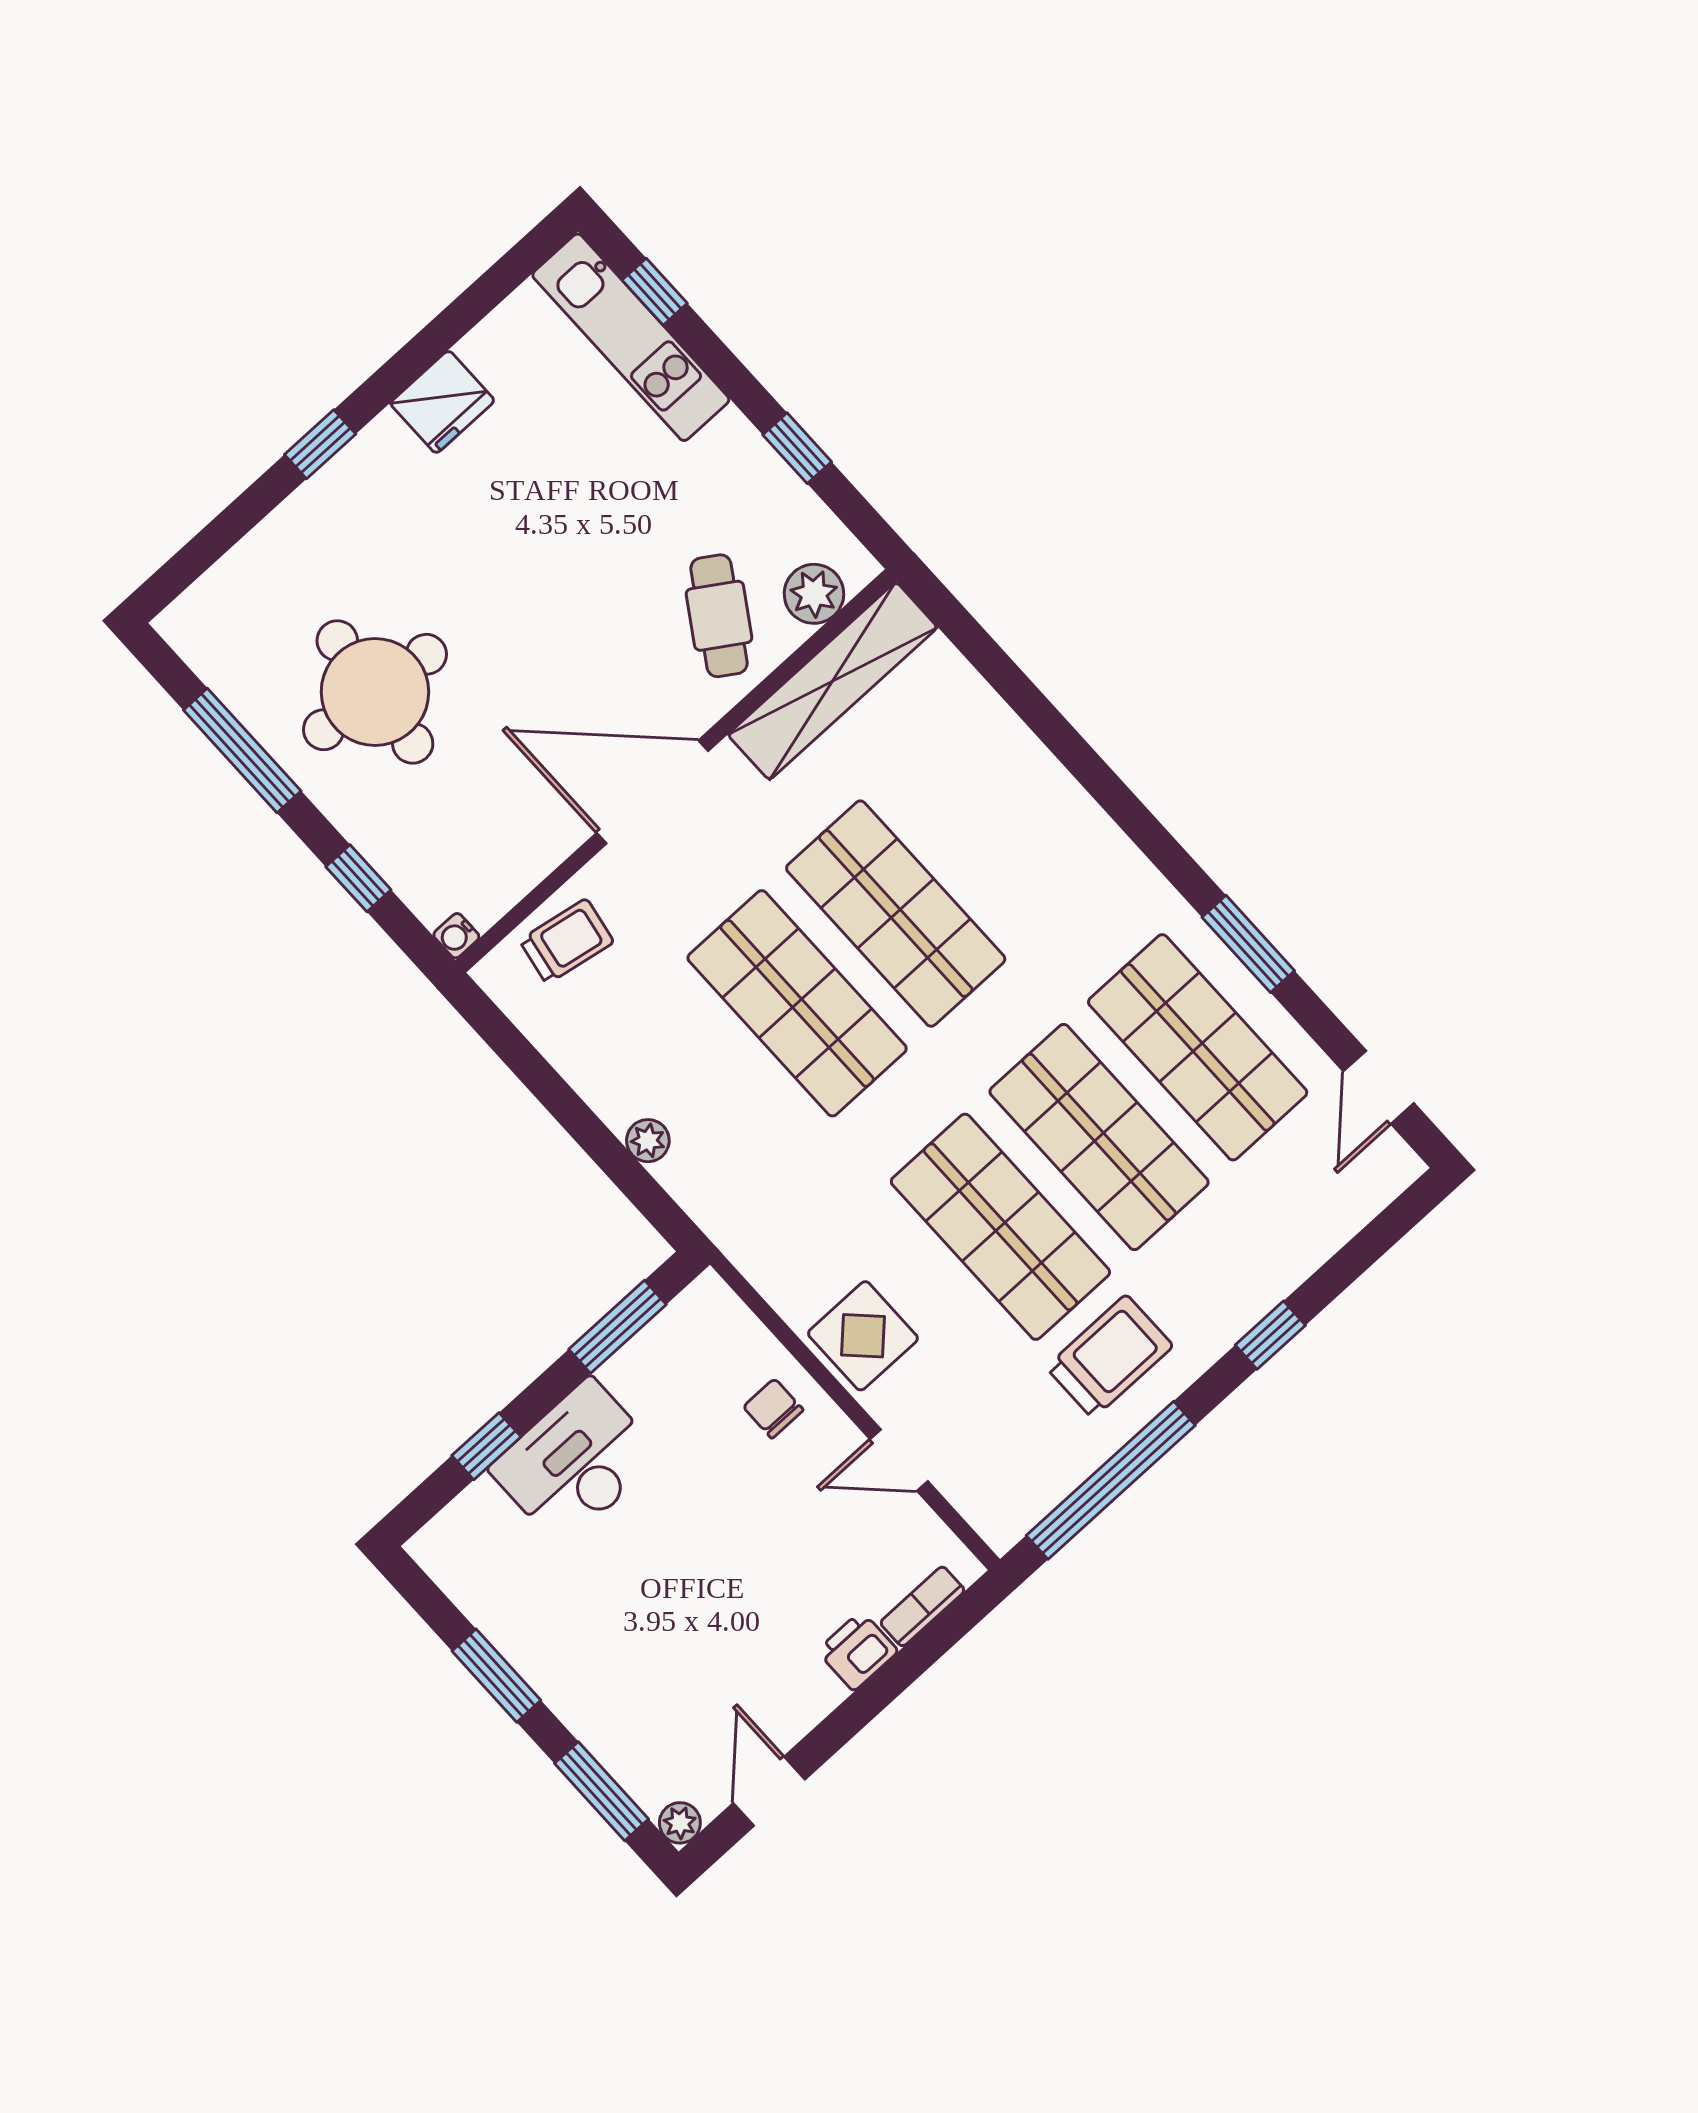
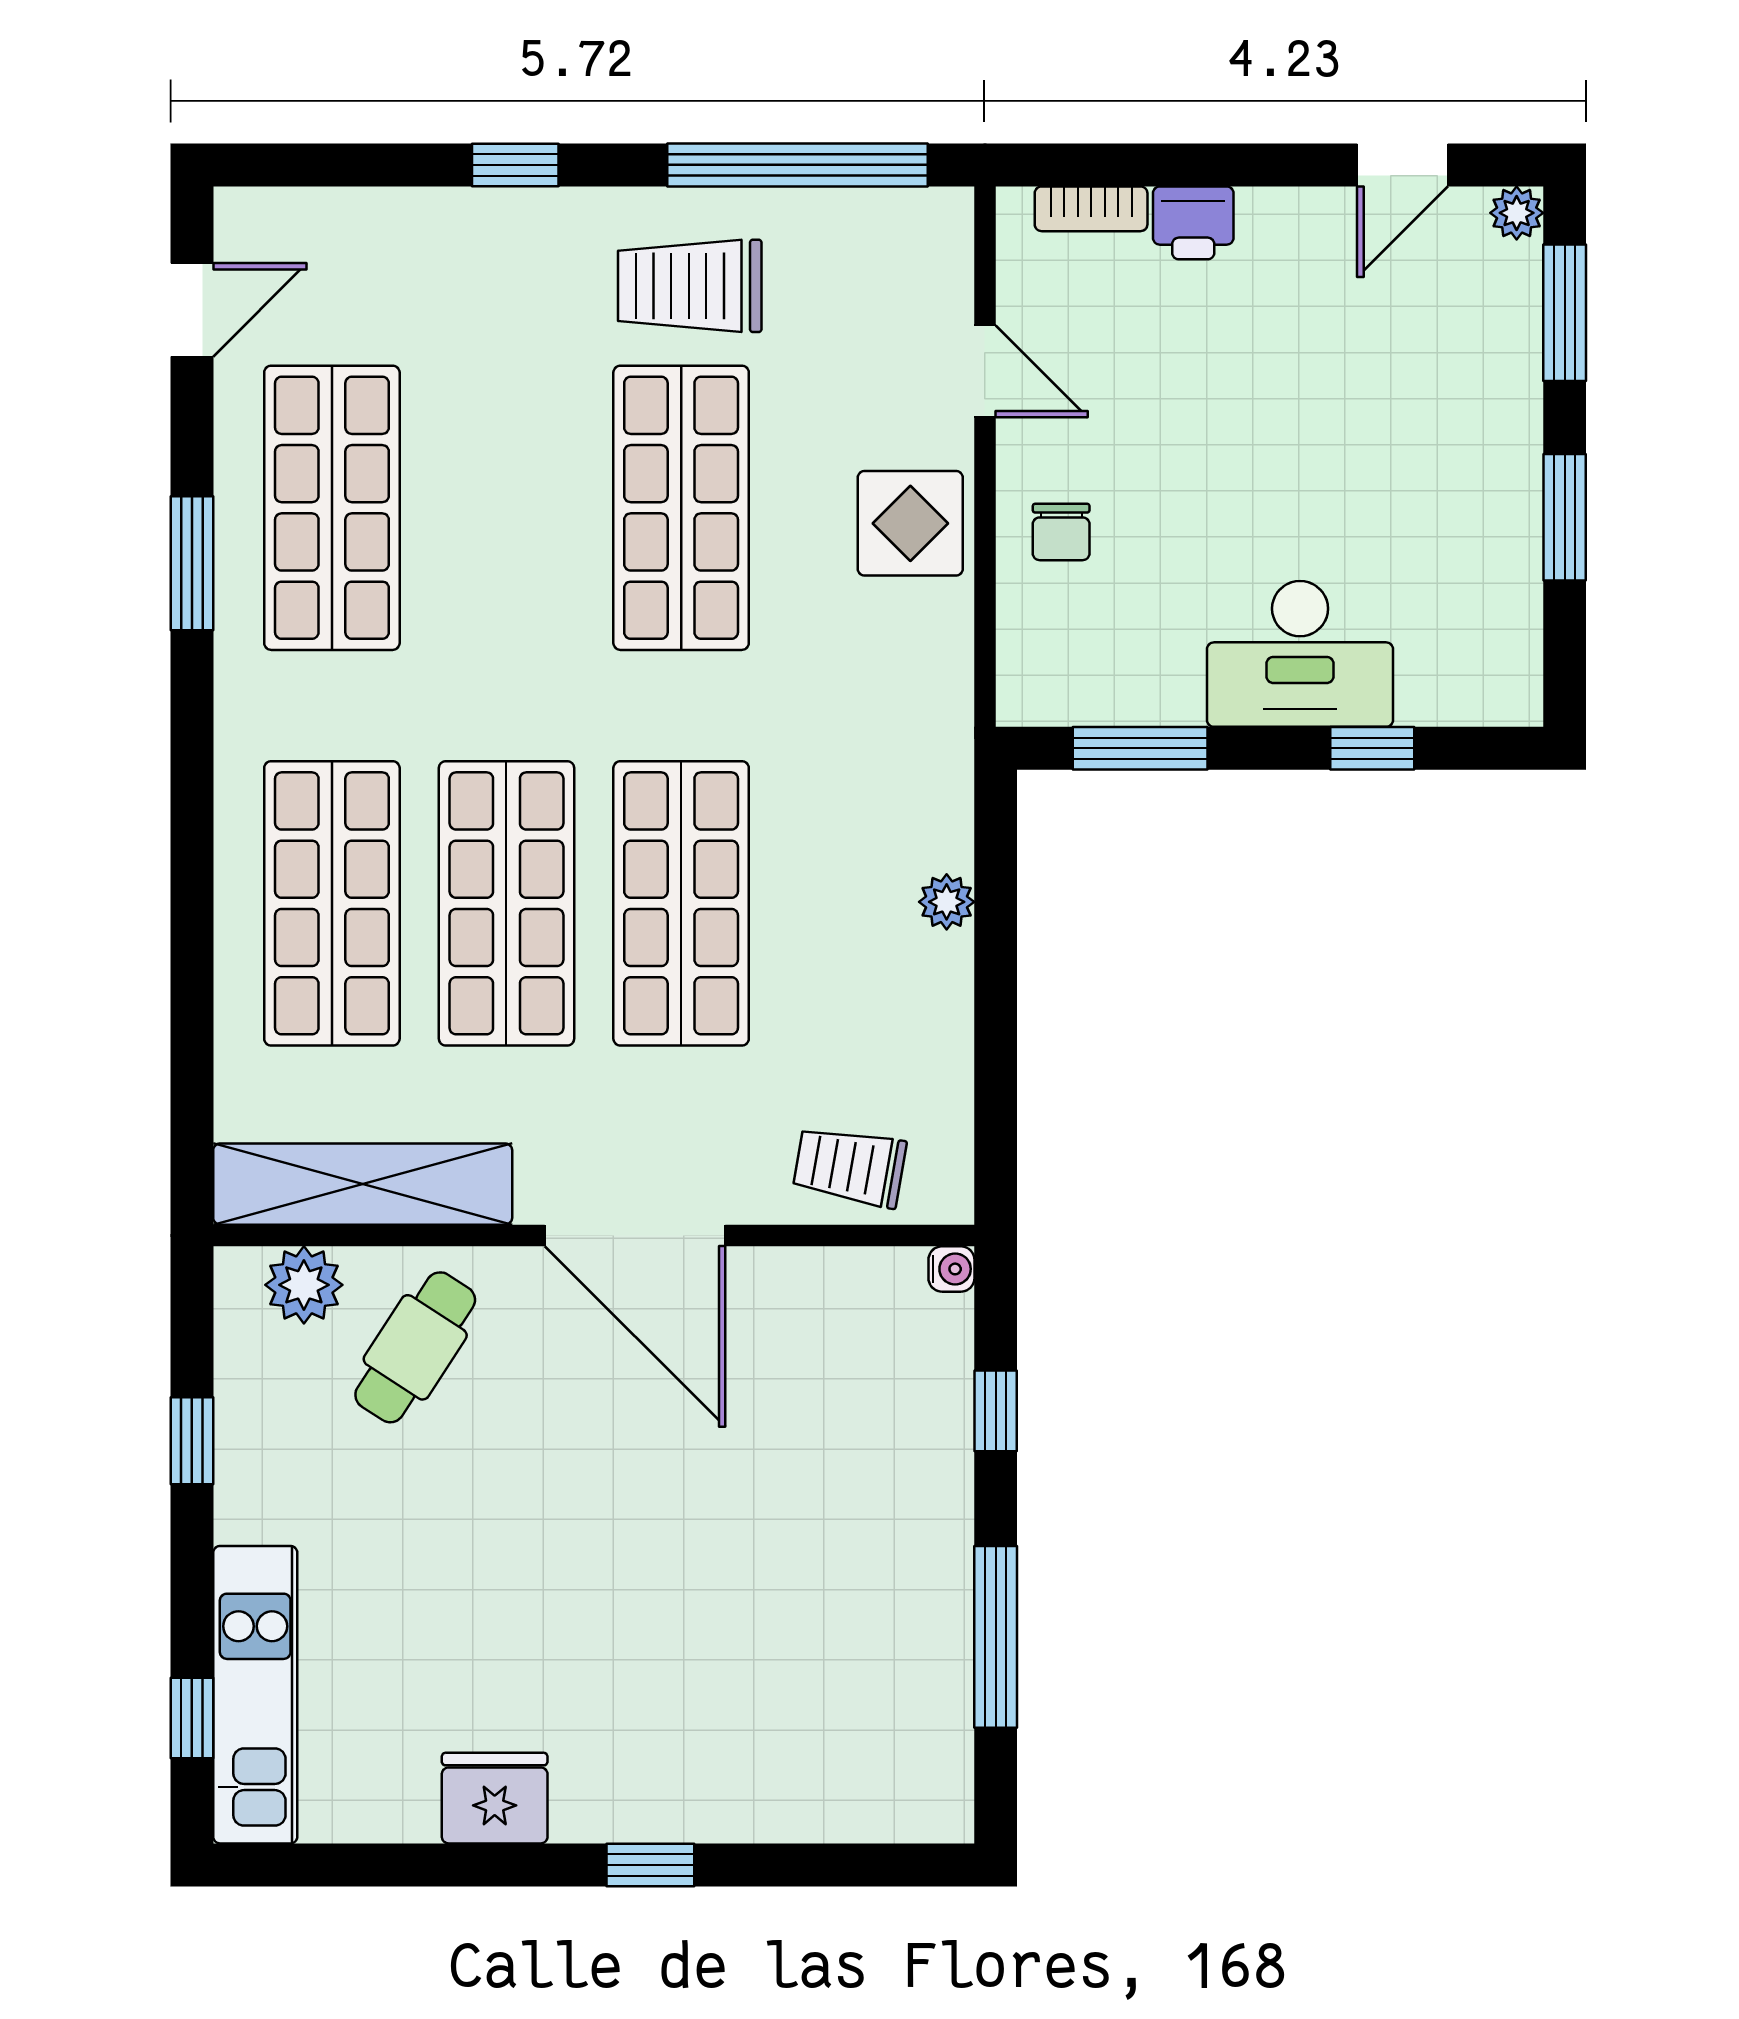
round table: (375, 692) -> (816, 1577), removed
shop shelf: (1099, 1137) -> (332, 903), moved

